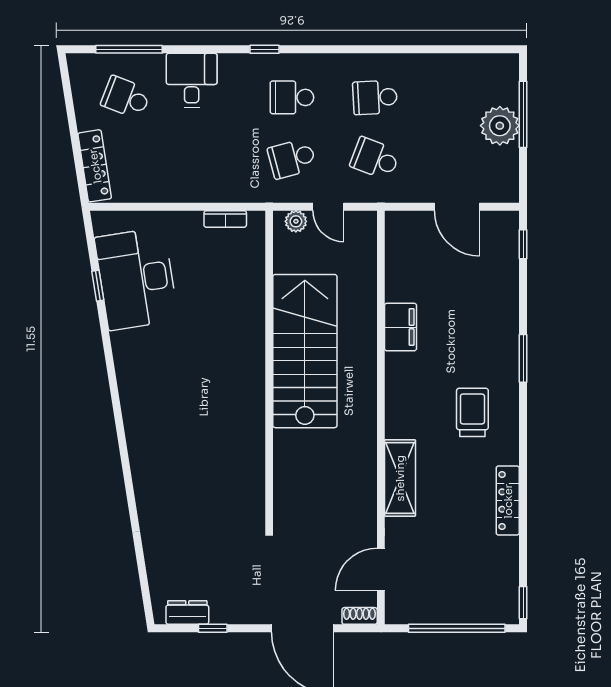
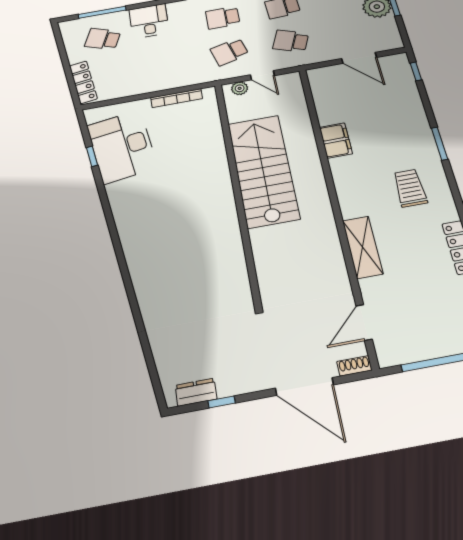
bookcase: (225, 219) -> (177, 98), width x1.56

